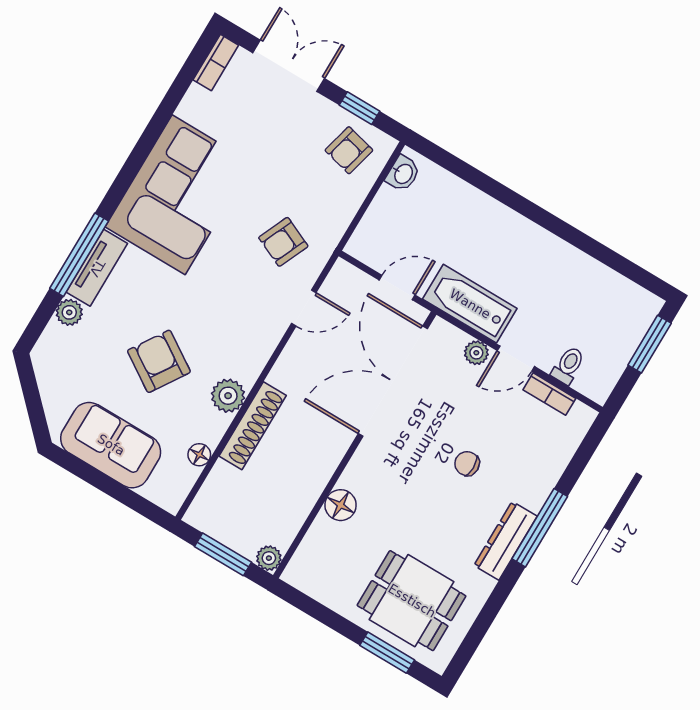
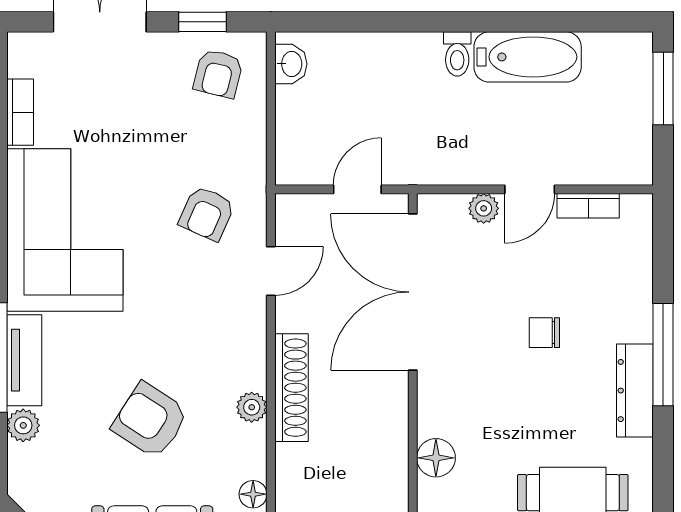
bookcase: (216, 62) -> (20, 112), moved
bathtub: (470, 304) -> (528, 57), moved, turned 180
toilet: (568, 365) -> (457, 54), moved, turned 180
plant: (228, 396) -> (252, 407), width x0.73, depth x0.73
shoe rack: (253, 426) -> (291, 388), moved

